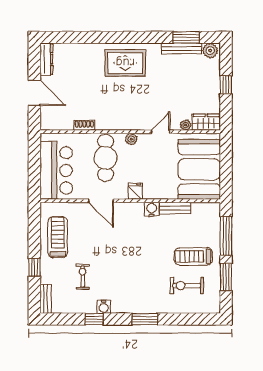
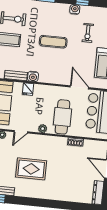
rug: (125, 63) -> (31, 169), moved
fridge: (135, 191) -> (28, 89), moved
door: (101, 201) -> (79, 87), moved
exercise mat: (129, 260) -> (53, 42), added

